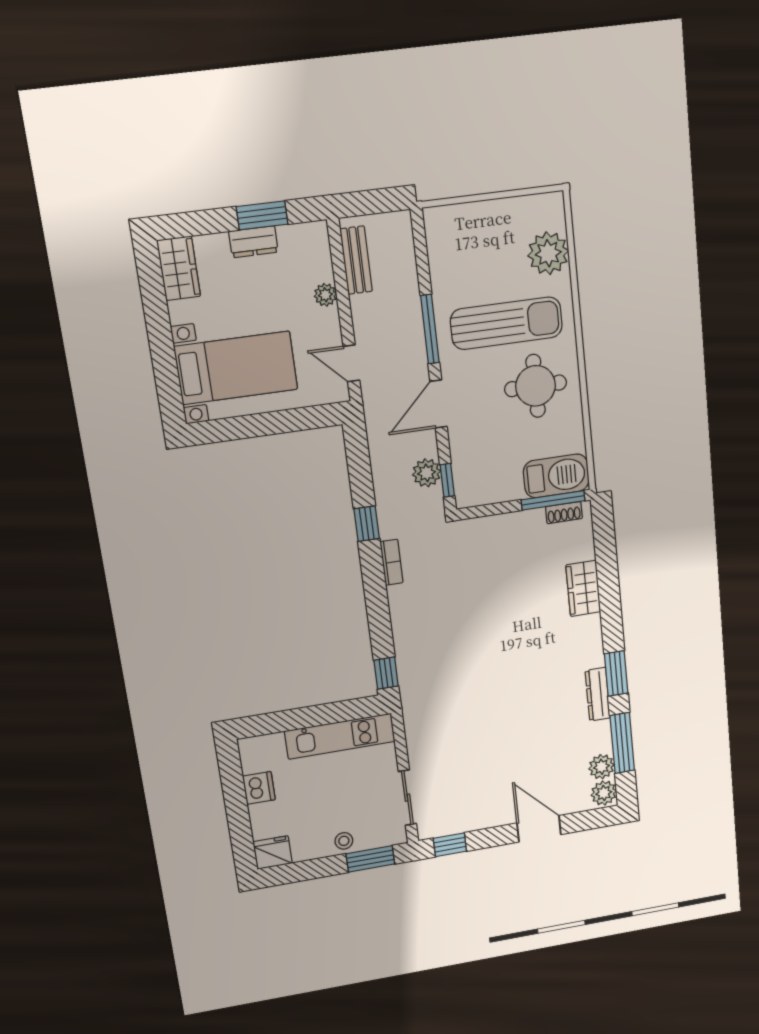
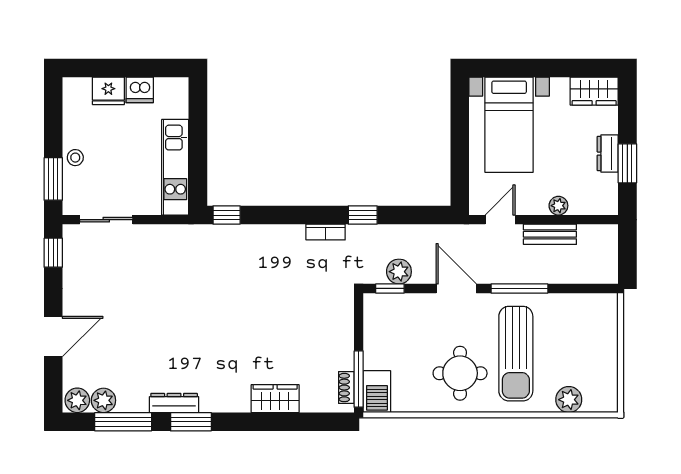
plant: (548, 253) -> (569, 400), width x0.73, depth x0.73
bench: (356, 260) -> (550, 234), moved
barbecue: (556, 476) -> (377, 392), width x0.73, depth x0.83
fridge: (273, 853) -> (108, 91), moved, turned 90

